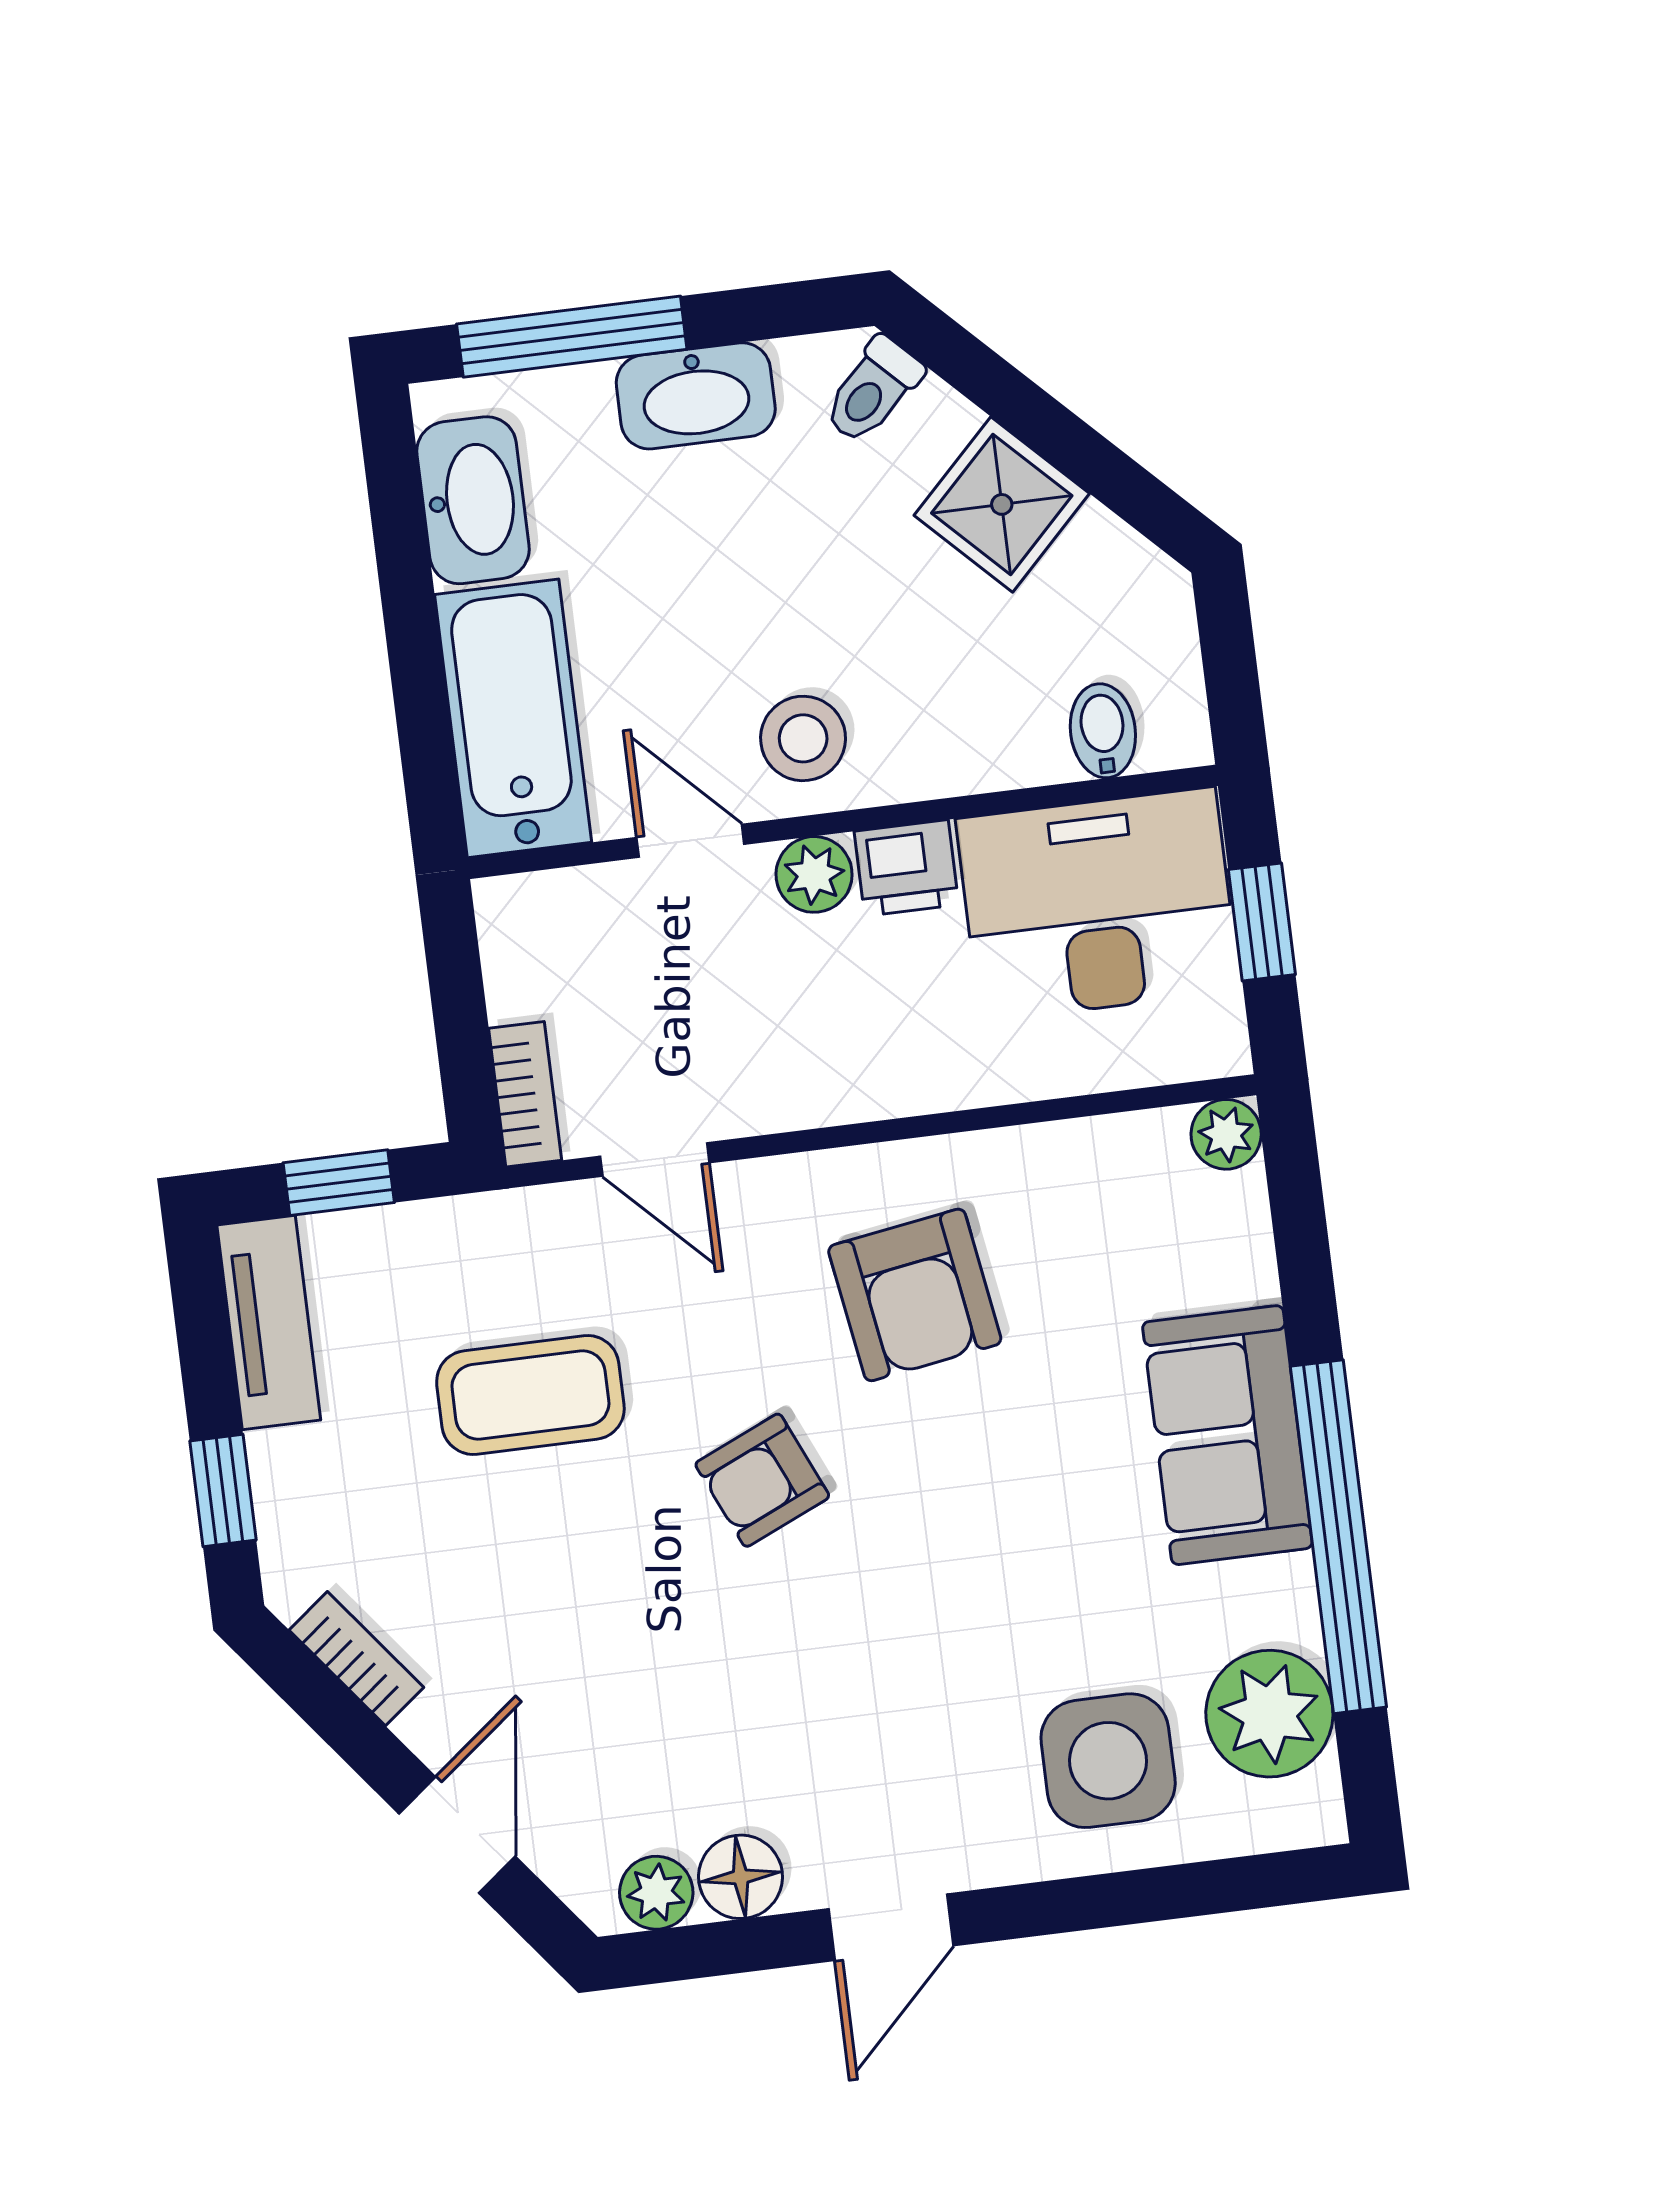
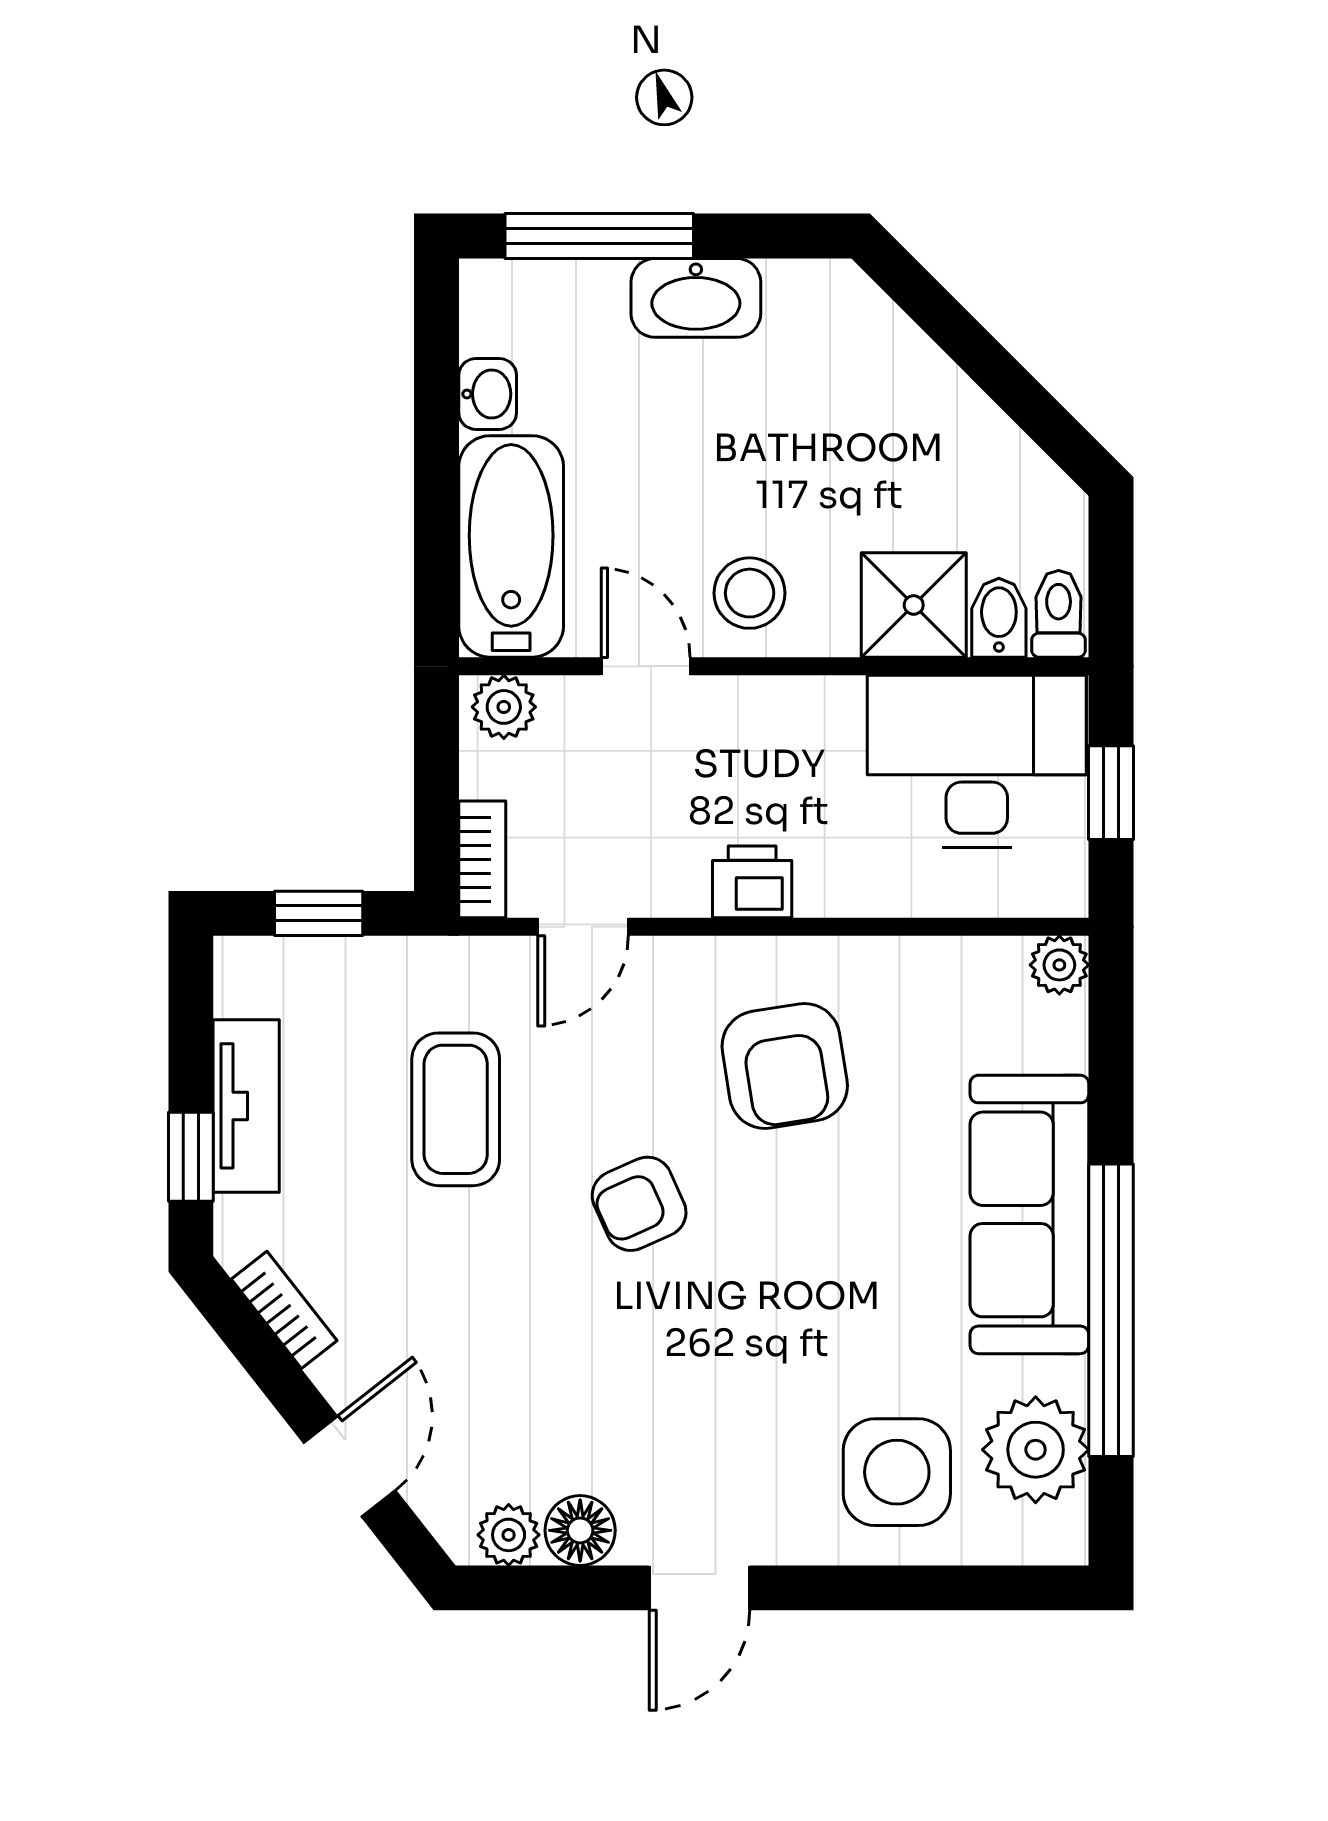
toilet: (873, 390) -> (1059, 614), moved, turned 135
washbasin: (473, 500) -> (488, 394), width x0.52, depth x0.69
shower: (1002, 504) -> (914, 605), moved, turned 45
printer: (906, 868) -> (752, 882), moved, turned 180
plant: (814, 874) -> (504, 707), moved
door: (655, 1159) -> (583, 927), hinge flipped
tv unit: (269, 1323) -> (246, 1106), moved
coffee table: (530, 1395) -> (456, 1109), turned 90
sofa: (1227, 1435) -> (1029, 1214), width x1.36

